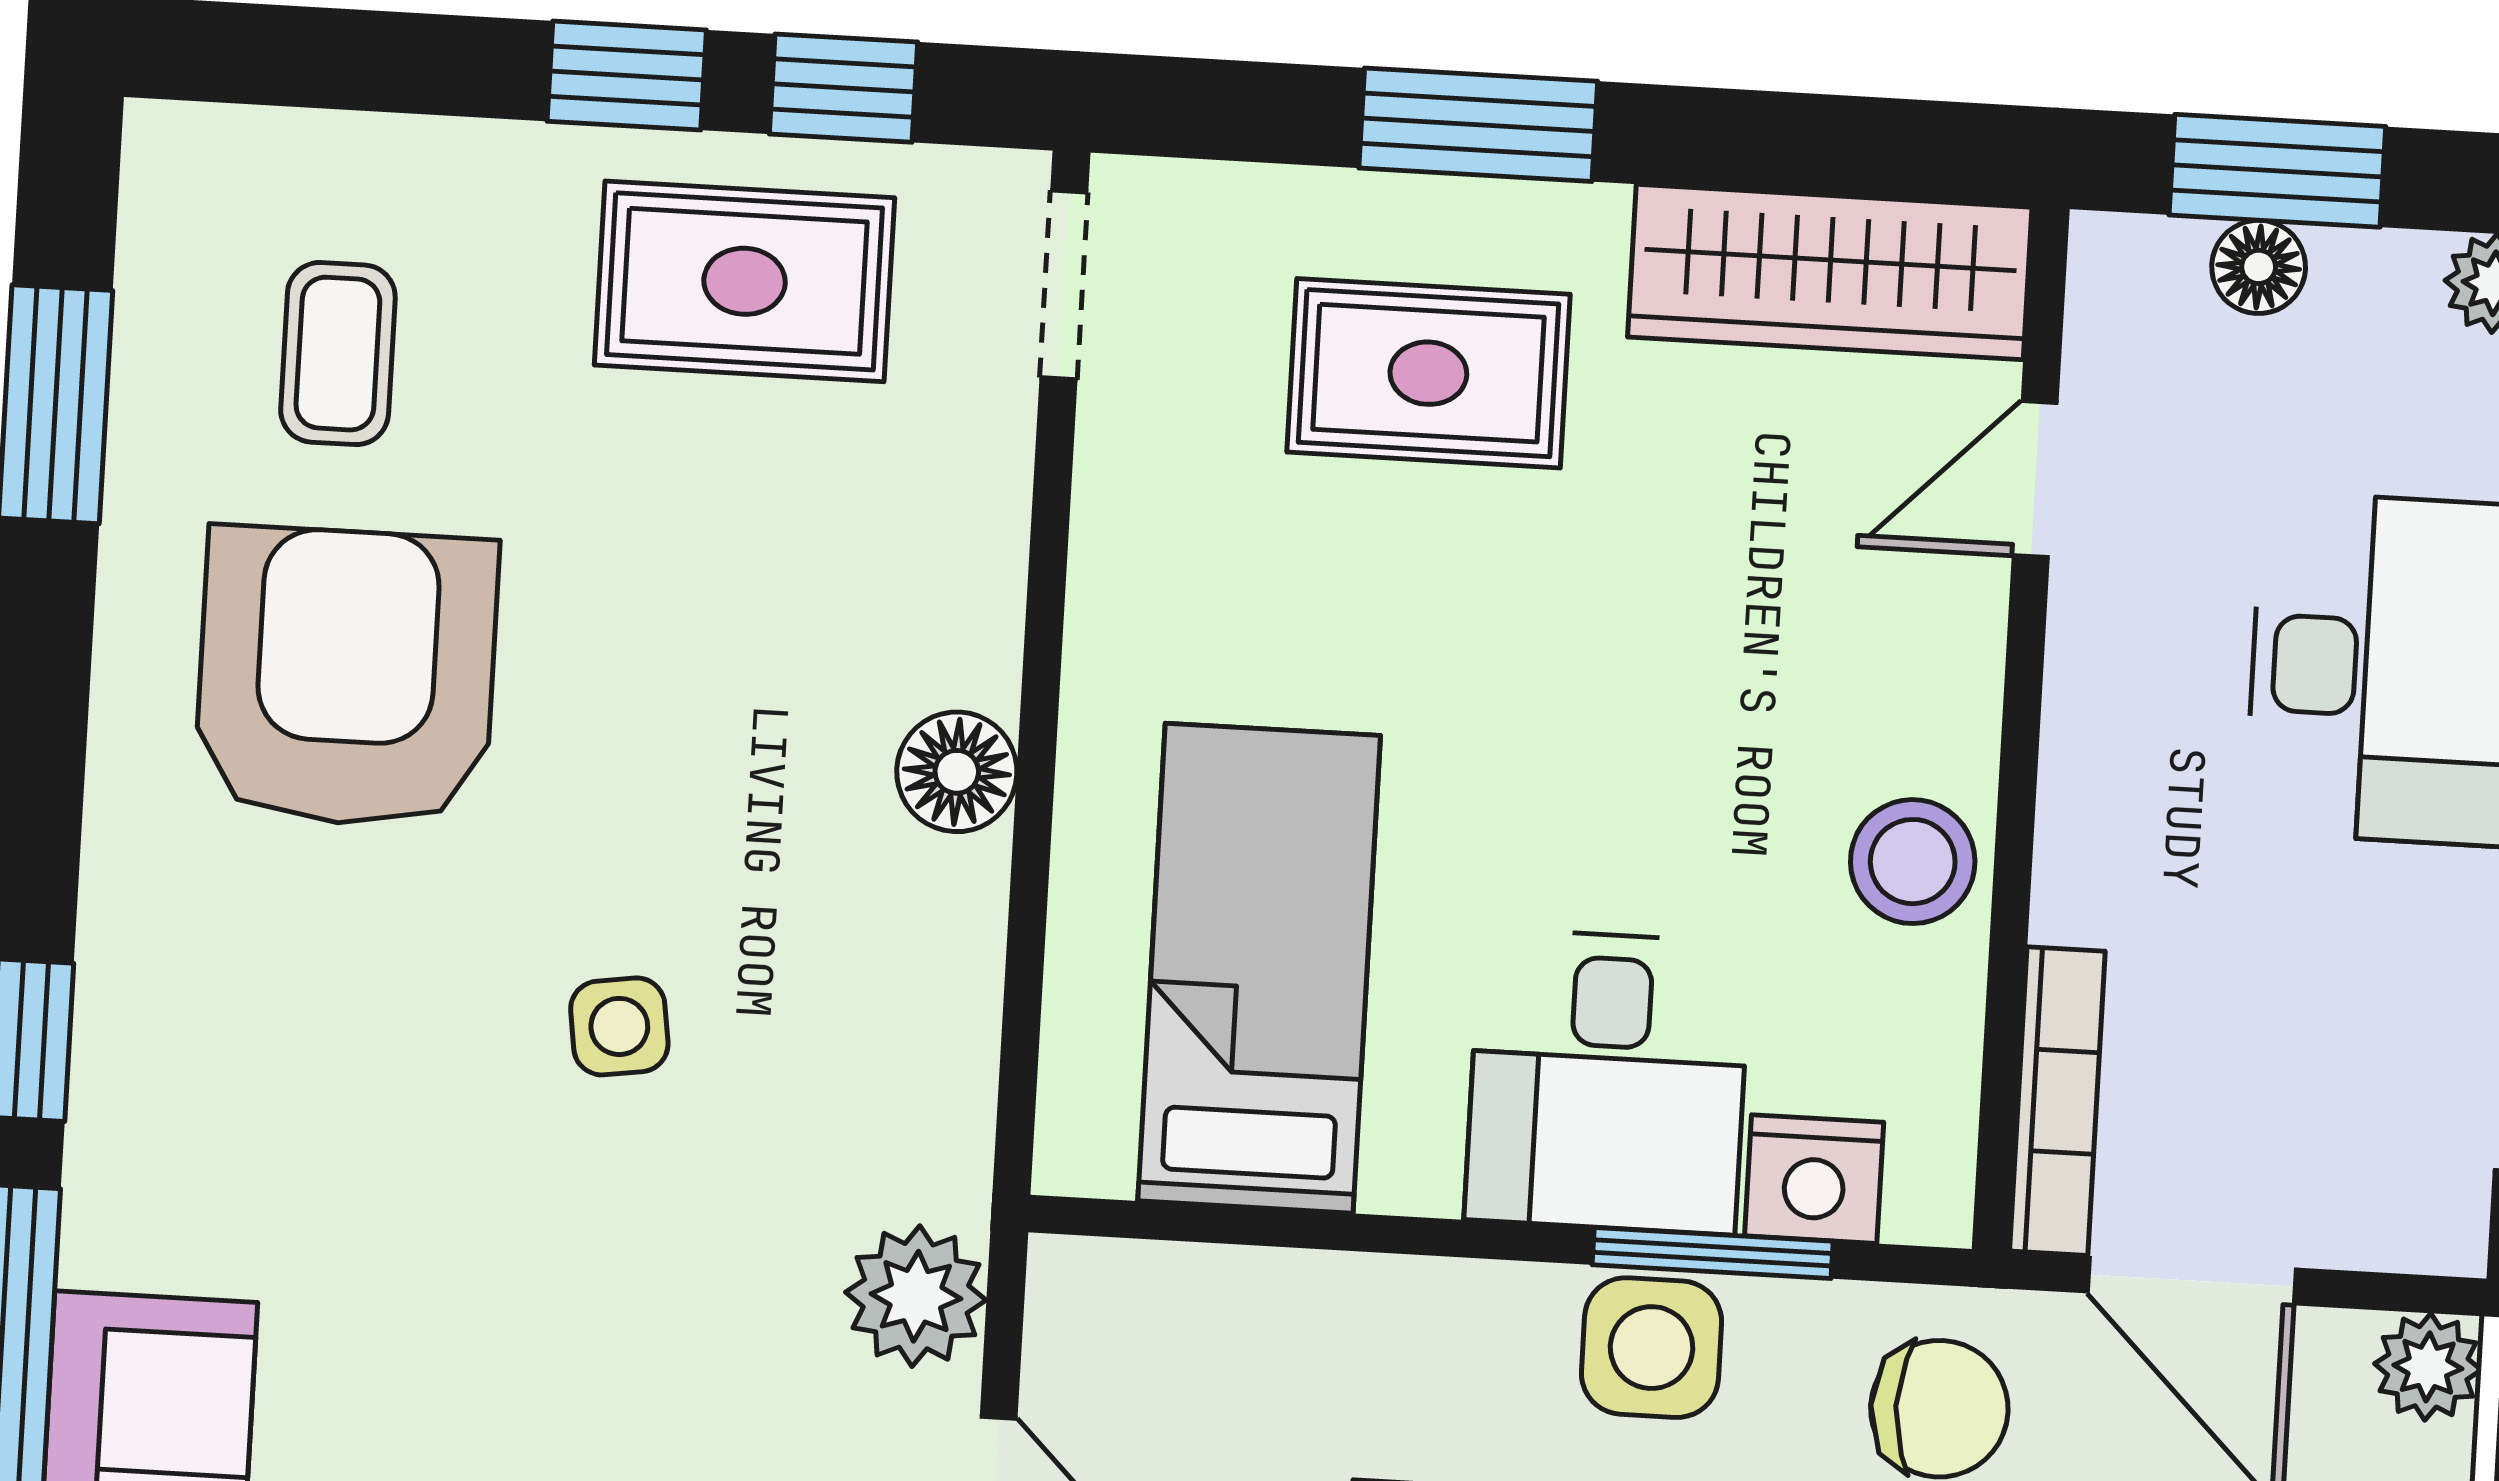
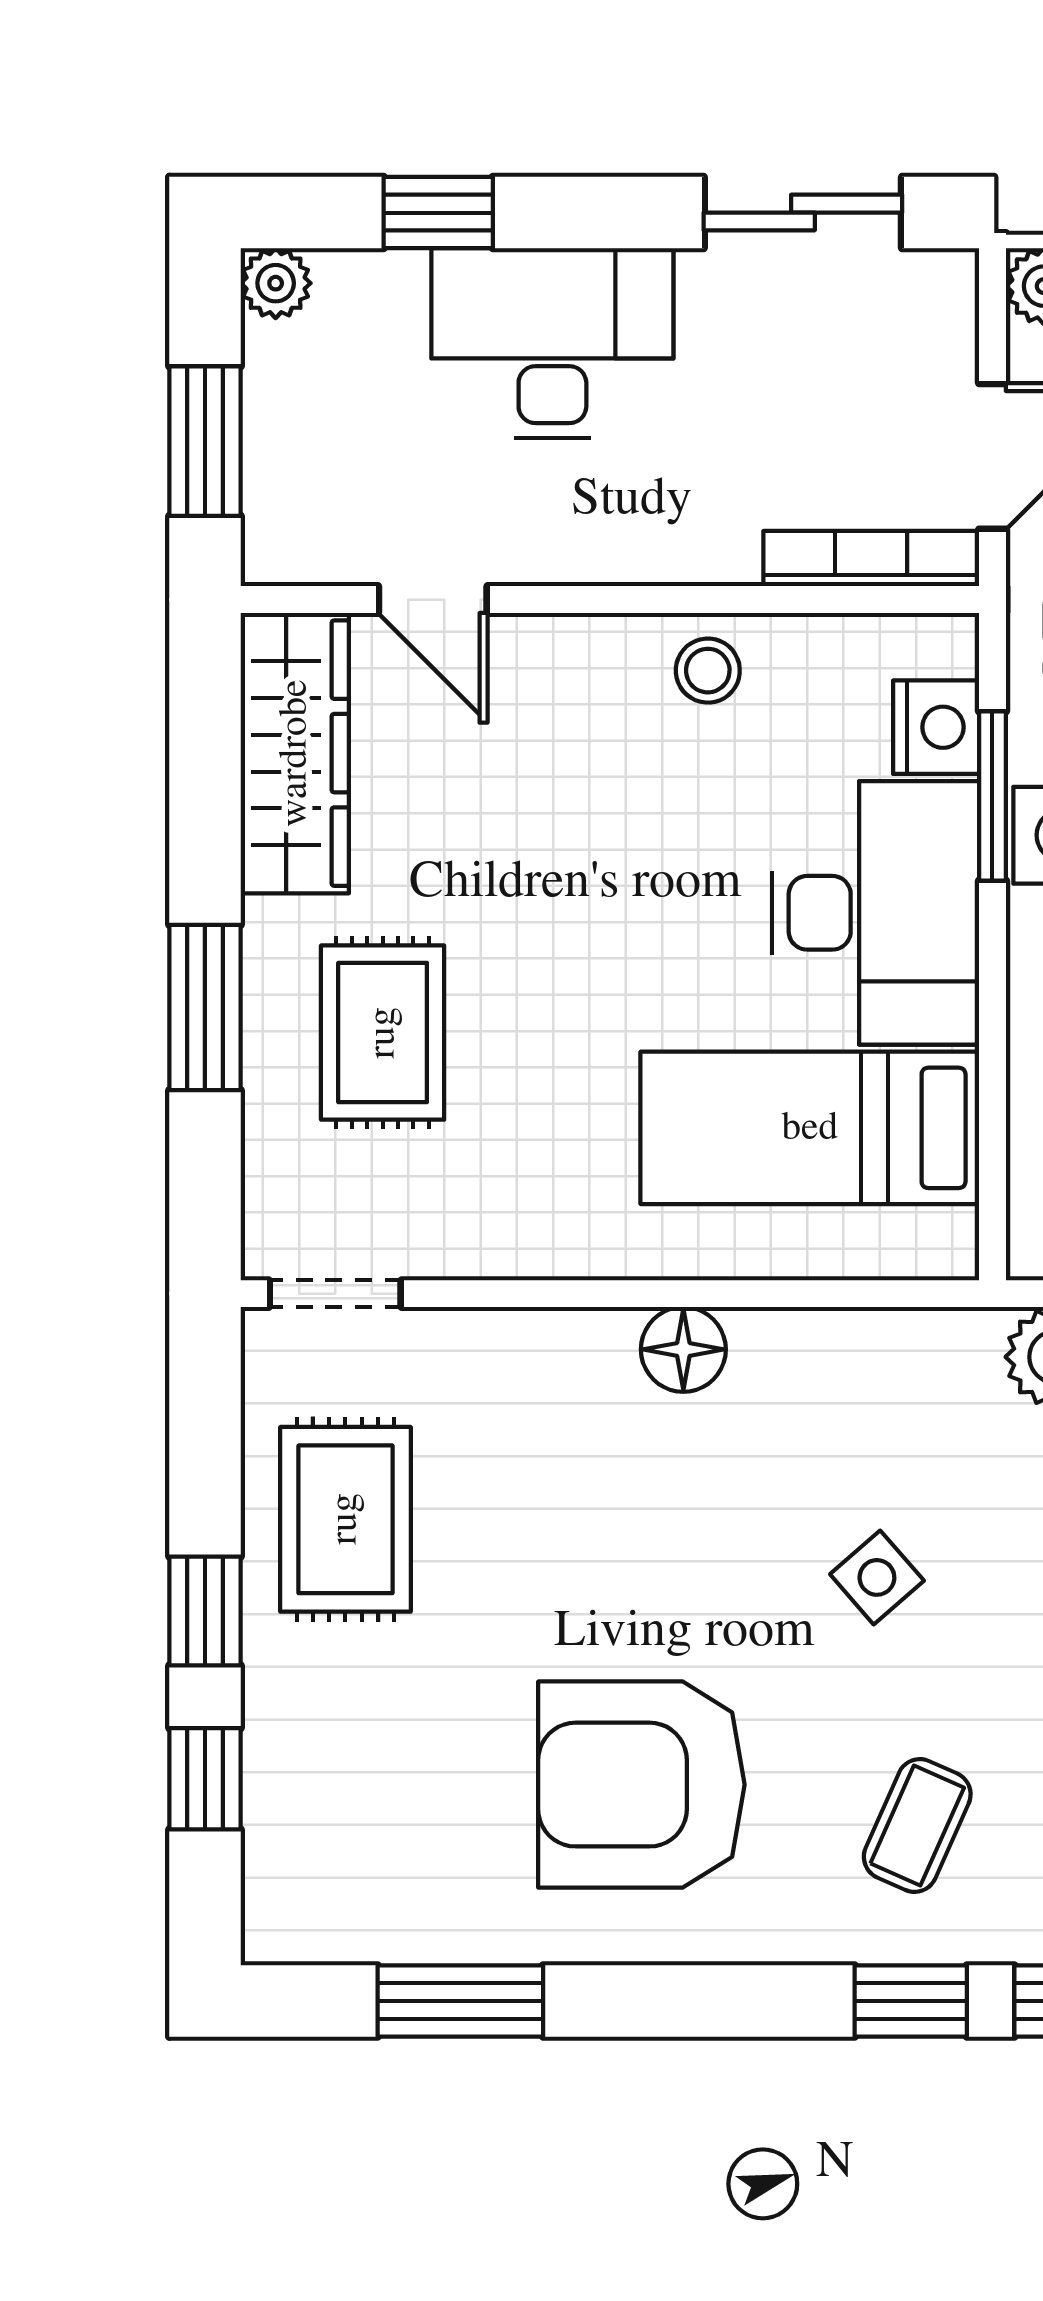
window: (844, 88) -> (205, 1779), moved
floor lamp: (2259, 267) -> (274, 450), removed
coffee table: (338, 354) -> (917, 1825), moved, turned -66
stool: (1913, 862) -> (708, 671), width x0.73, depth x0.73
side table: (619, 1026) -> (877, 1577), turned -33
desk: (1608, 1082) -> (876, 913), width x1.37

